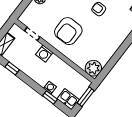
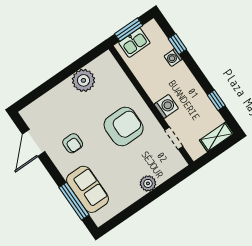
plant: (93, 68) -> (83, 80), moved
kitchen sink: (68, 99) -> (134, 43), moved, turned -90

